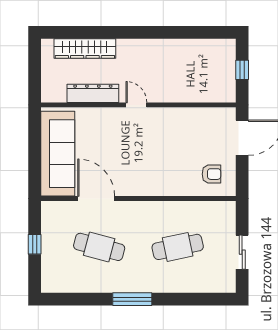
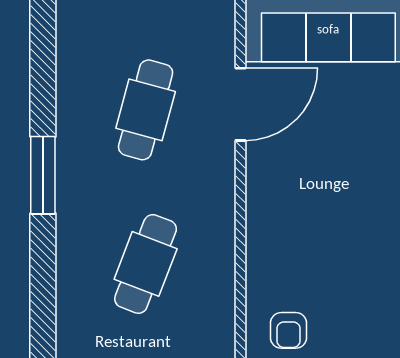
cafe table: (178, 247) -> (146, 264), turned 33

